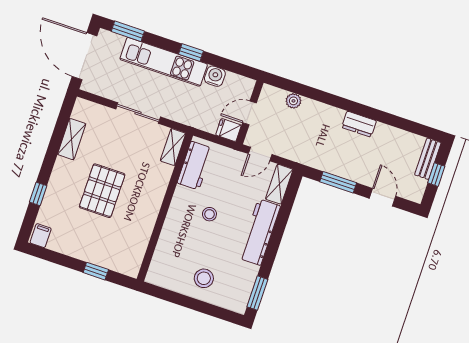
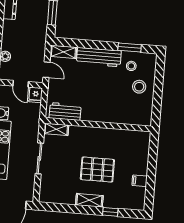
shelving: (72, 139) -> (89, 200), moved
stool: (209, 214) -> (131, 66), moved
filing cabinet: (41, 236) -> (140, 181), moved
window: (96, 271) -> (152, 160), removed
window: (257, 293) -> (130, 48), moved

